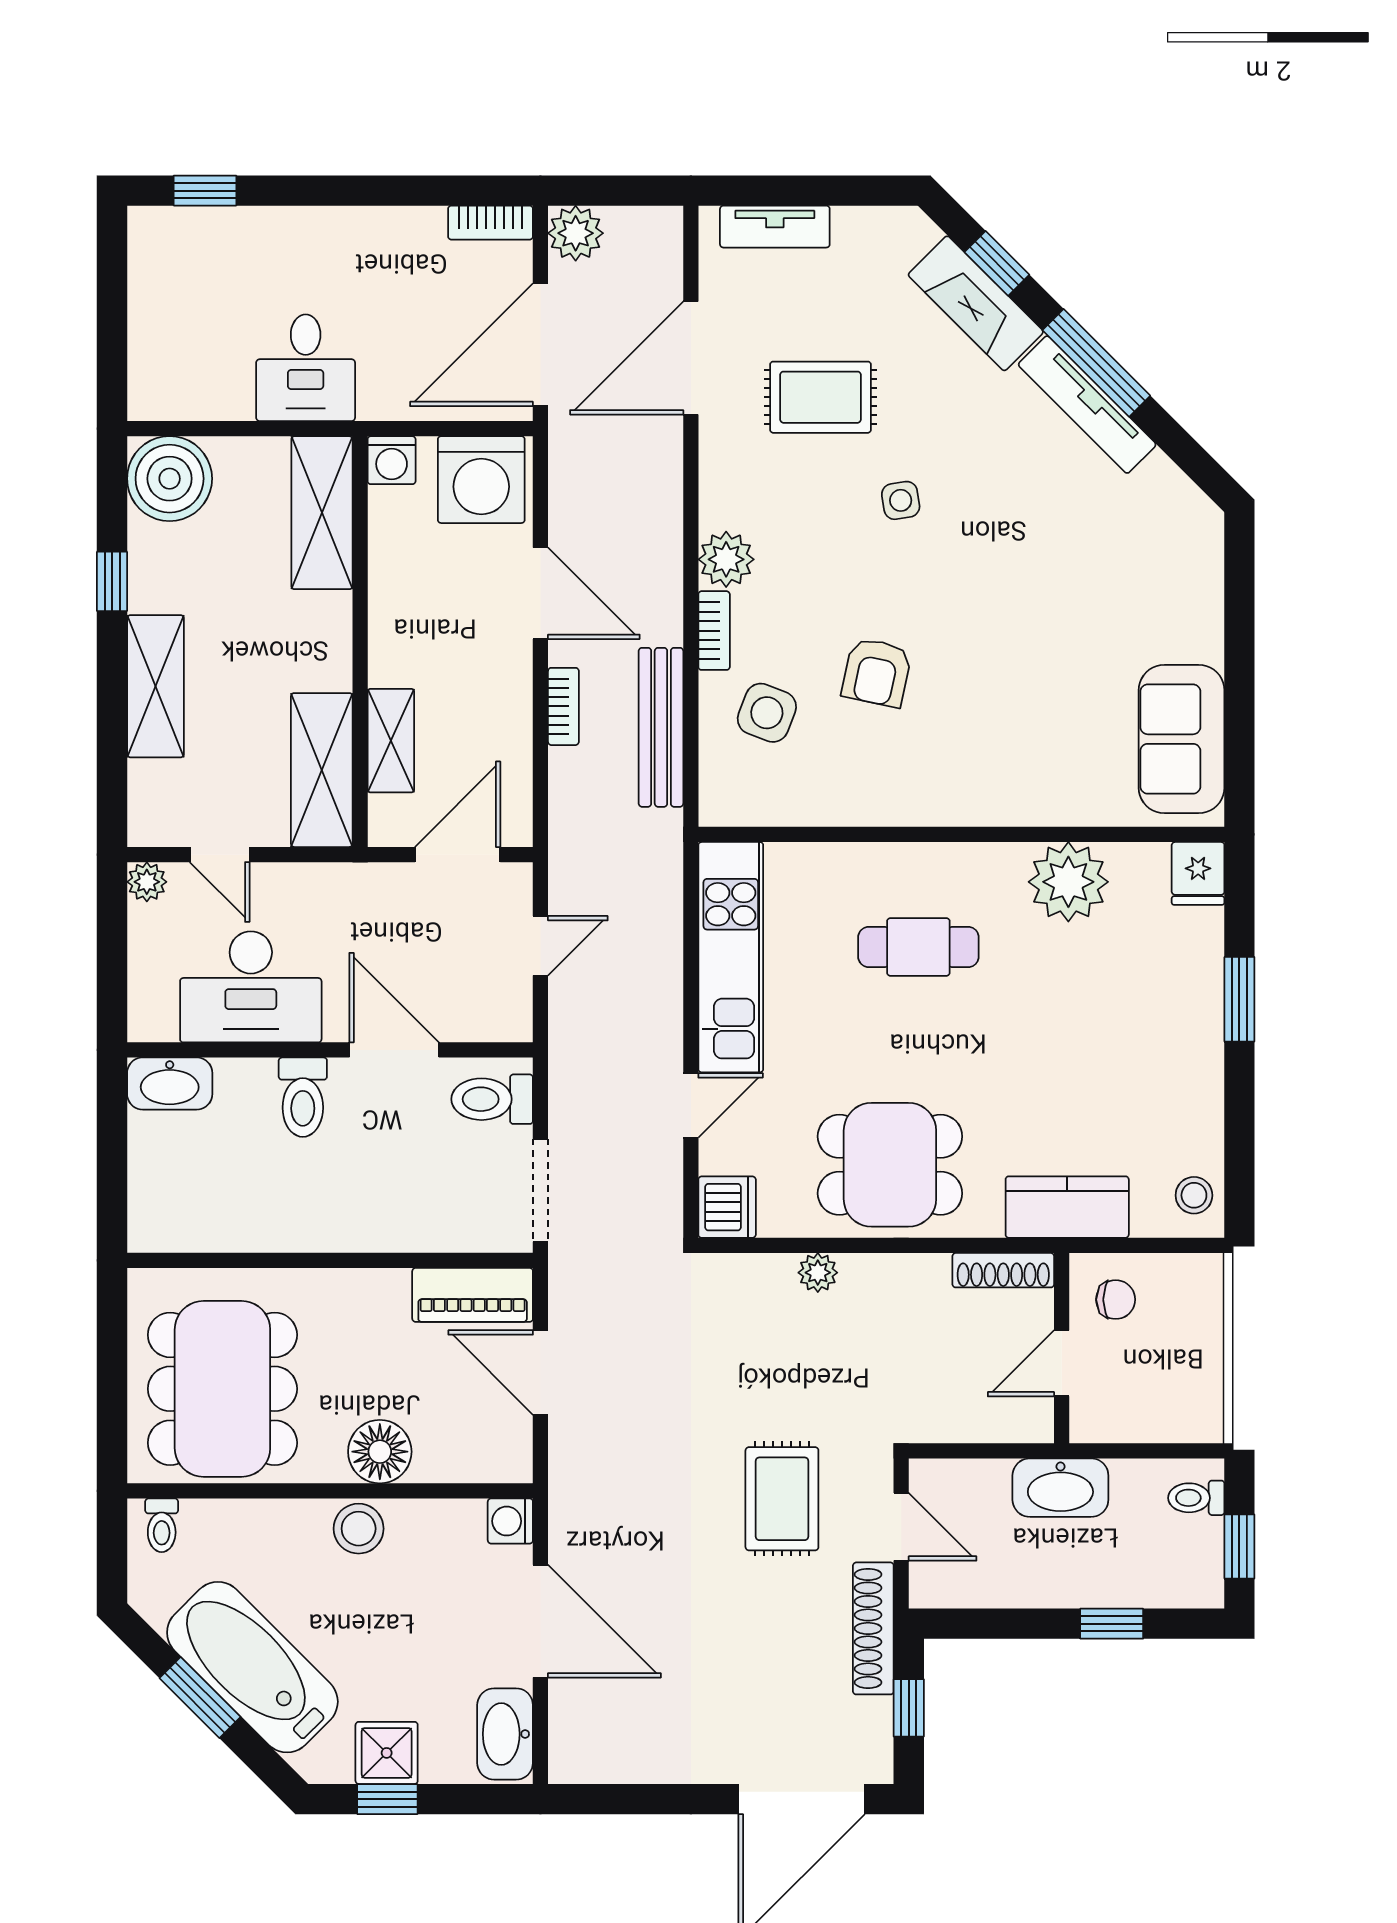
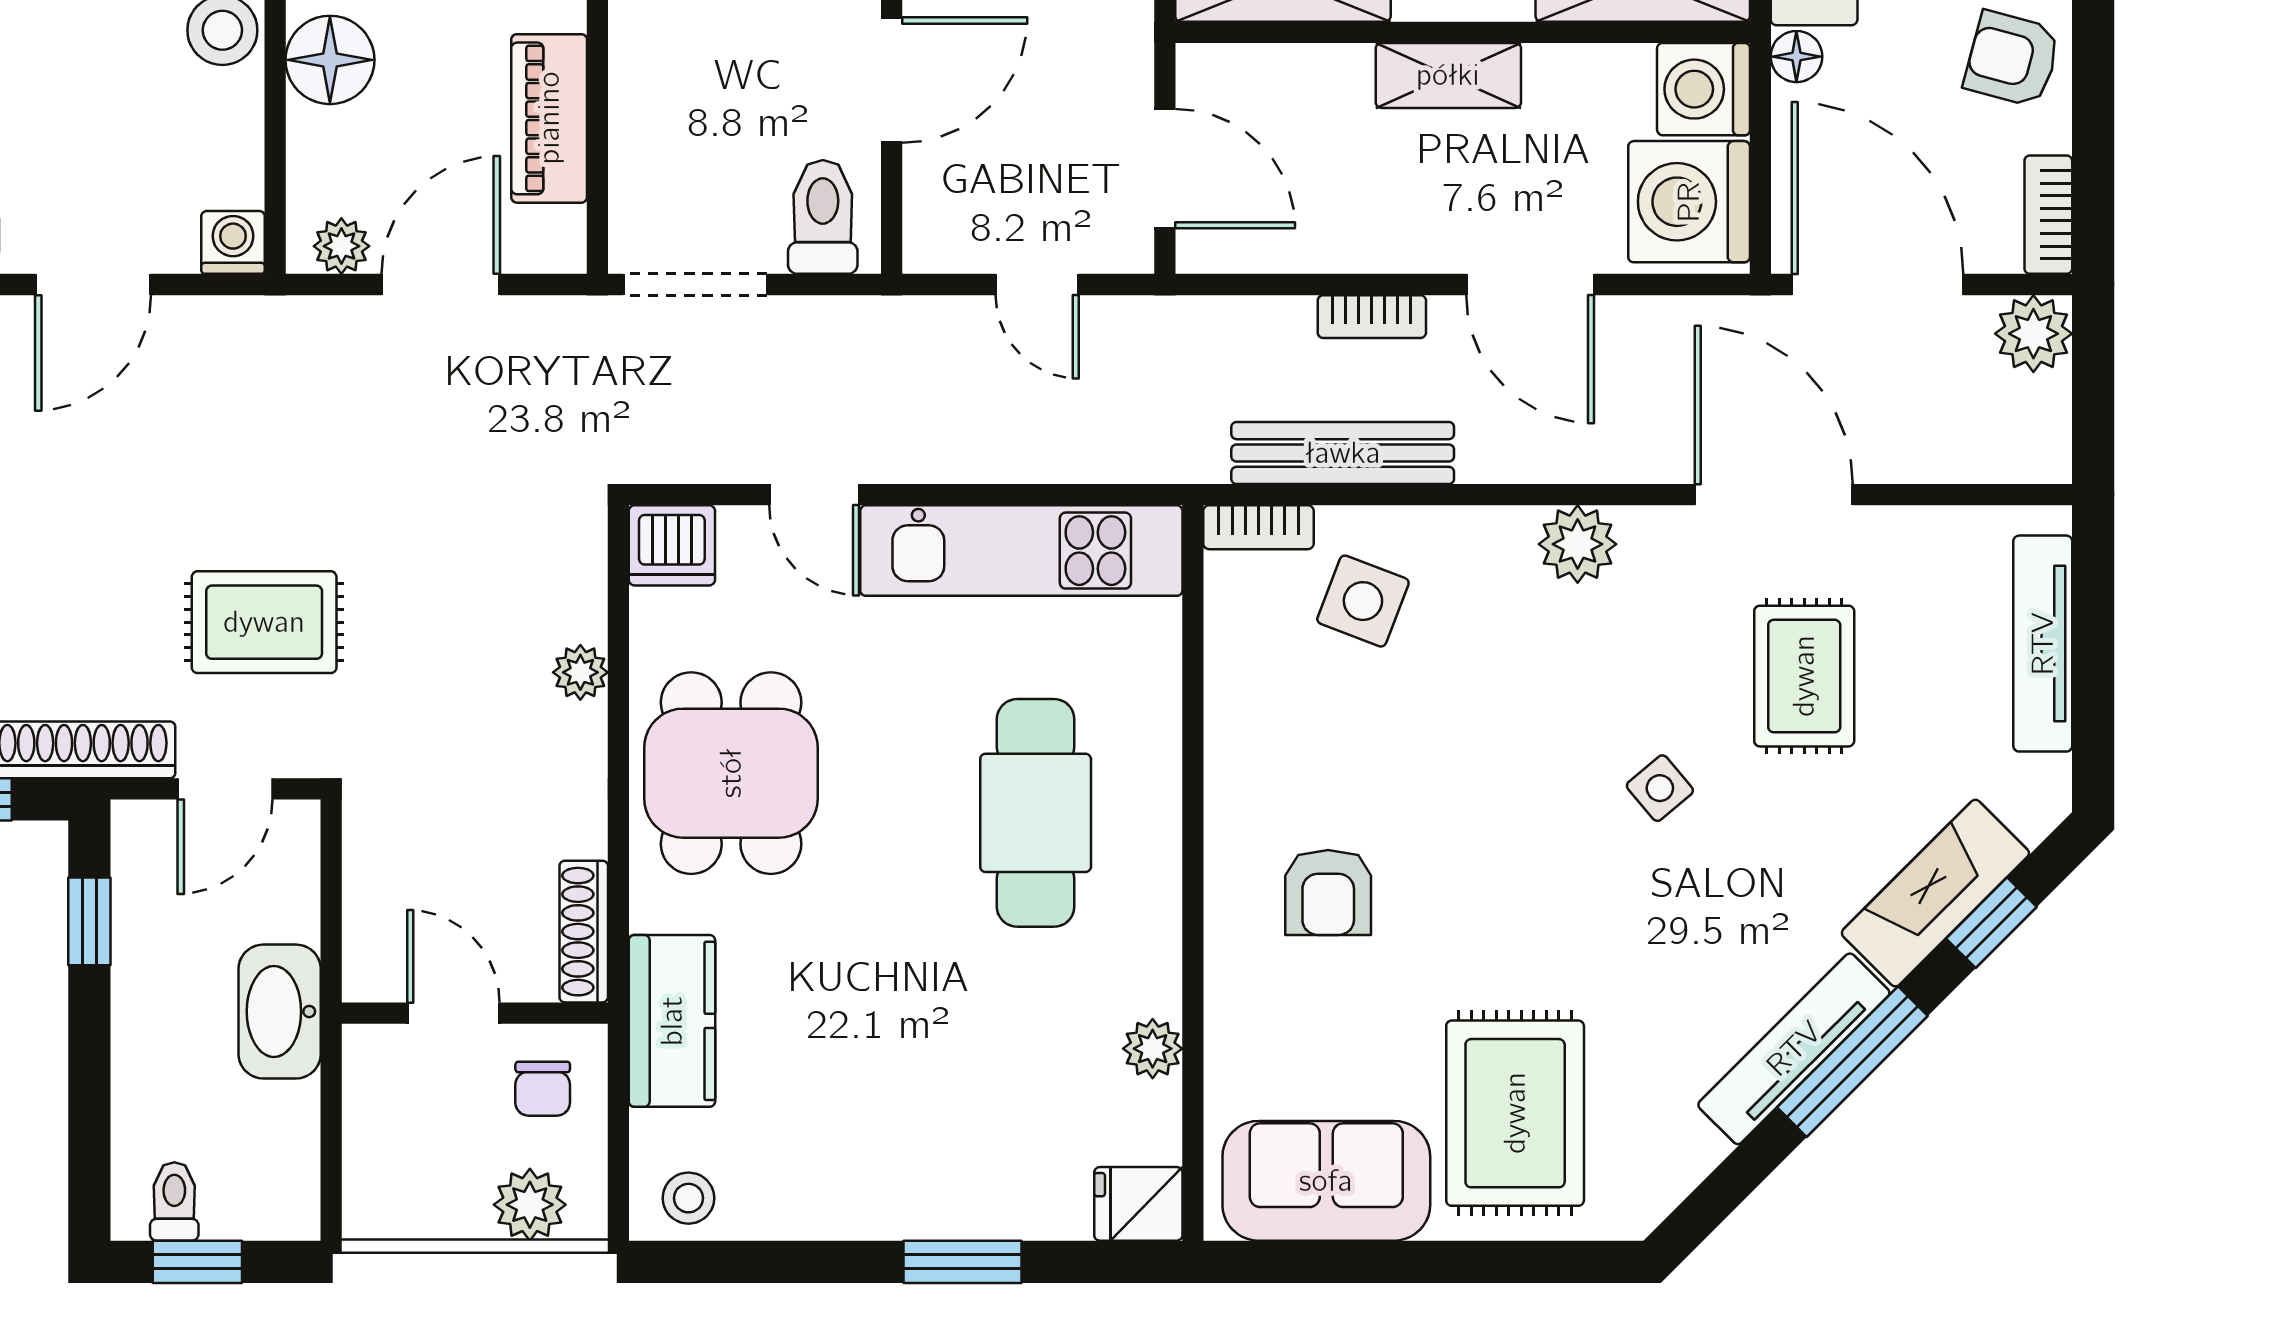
tv unit: (775, 227) -> (2043, 644), width x1.41
armchair: (379, 248) -> (2012, 59), added
door: (691, 358) -> (1774, 495), moved
floor lamp: (377, 403) -> (1796, 57), added
washing machine: (392, 460) -> (1703, 89), width x1.38, depth x1.38
side table: (901, 500) -> (1660, 788), turned -31
door: (540, 593) -> (1530, 284), hinge flipped
rug: (1133, 604) -> (1515, 1113), added
bookcase: (714, 631) -> (1258, 527), moved
armchair: (877, 672) -> (1328, 892), moved, turned -102
shelving: (391, 741) -> (1448, 75), moved
plant: (1068, 882) -> (1153, 1049), width x0.53, depth x0.53
cafe table: (918, 947) -> (1036, 813), width x1.37, depth x1.35
piano: (473, 1295) -> (549, 118), moved
plant: (1199, 1309) -> (530, 1205), added
plant: (513, 1443) -> (341, 246), added
toilet: (1196, 1498) -> (174, 1201), moved
door: (540, 1621) -> (93, 284), width x0.73
window: (1112, 1624) -> (89, 921), moved

